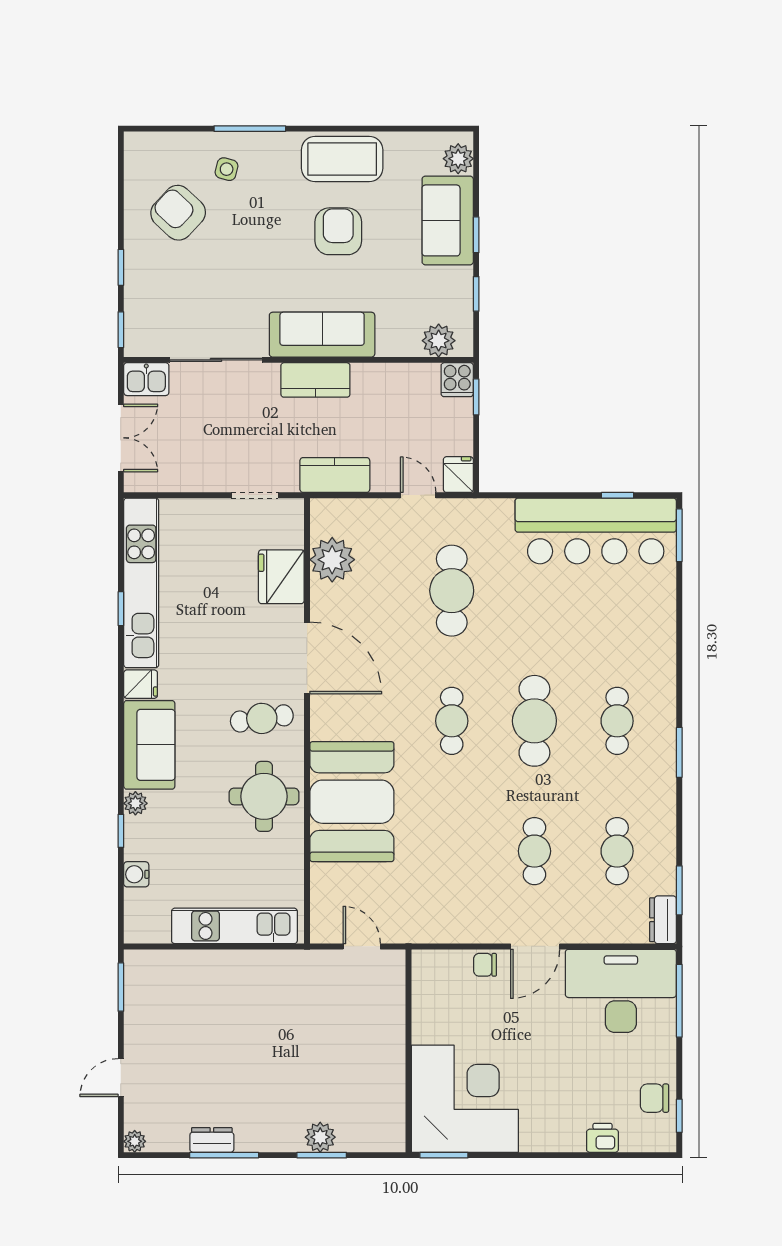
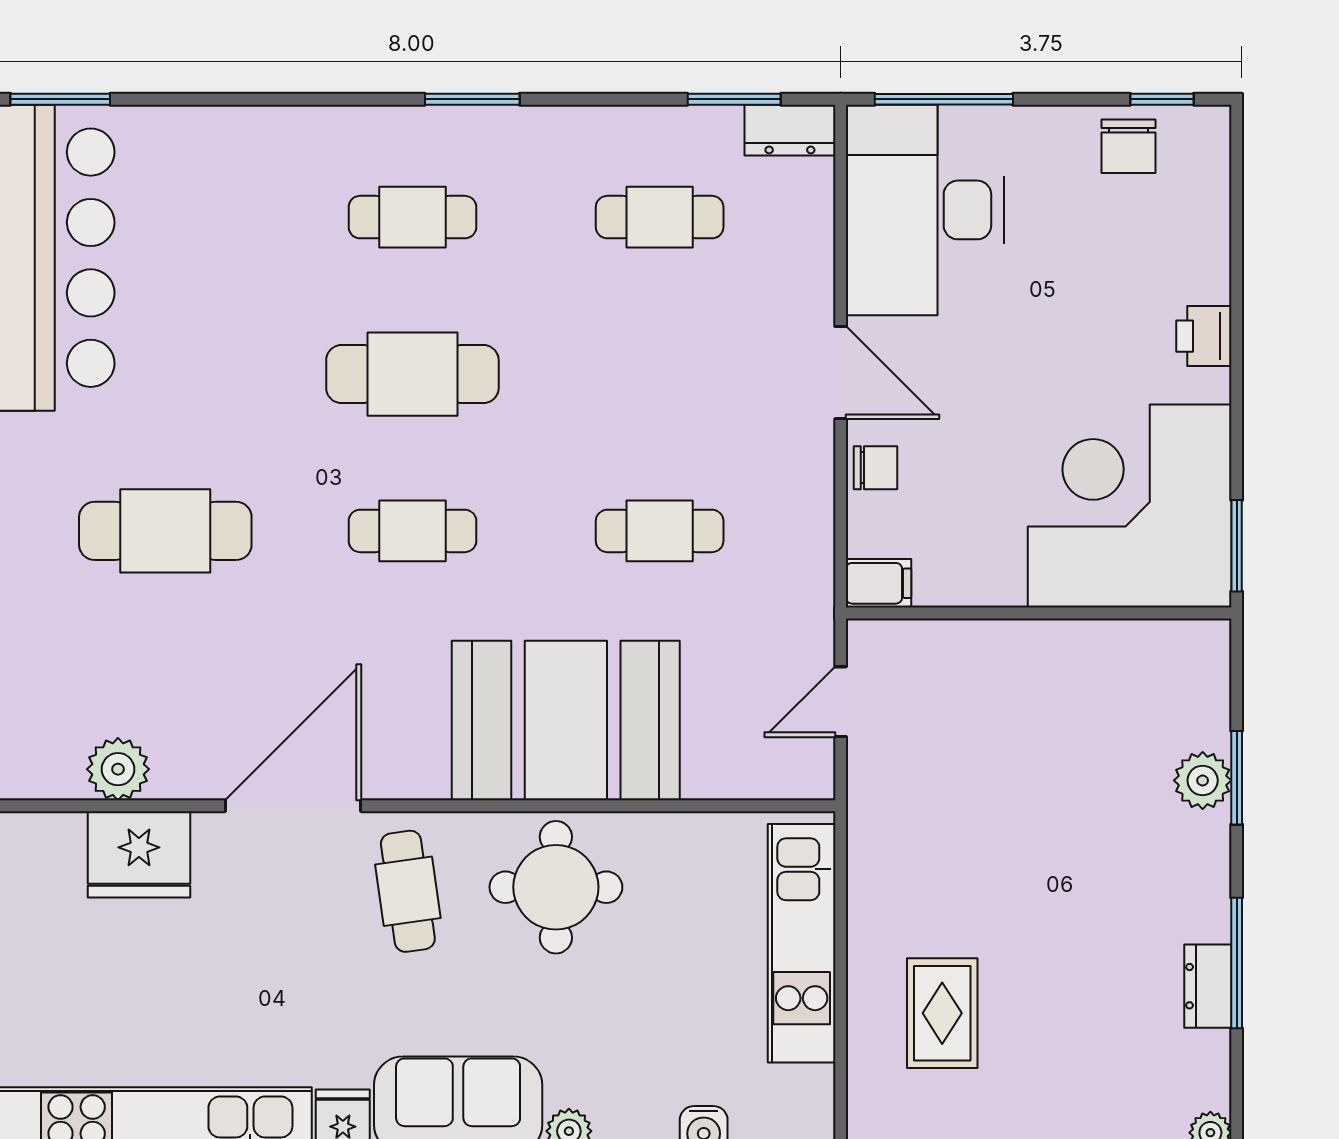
plant: (332, 560) -> (118, 769), width x0.73, depth x0.73
cafe table: (534, 851) -> (660, 531), moved
chair: (485, 965) -> (875, 468), turned -90
filing cabinet: (424, 966) -> (879, 583), added
rug: (198, 1000) -> (942, 1013), added
printer: (602, 1138) -> (1204, 336), moved

